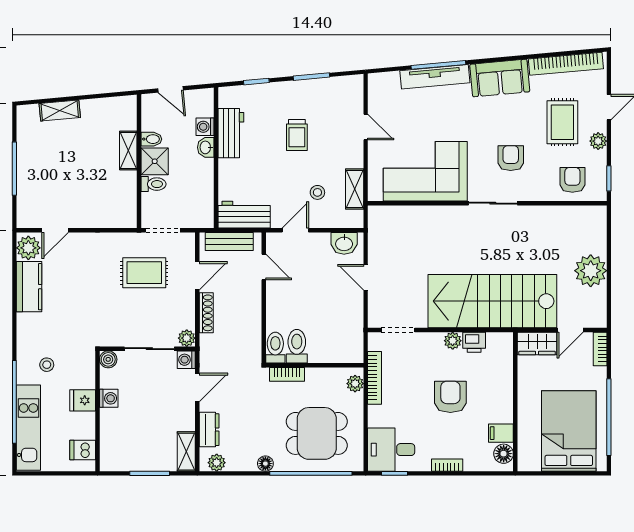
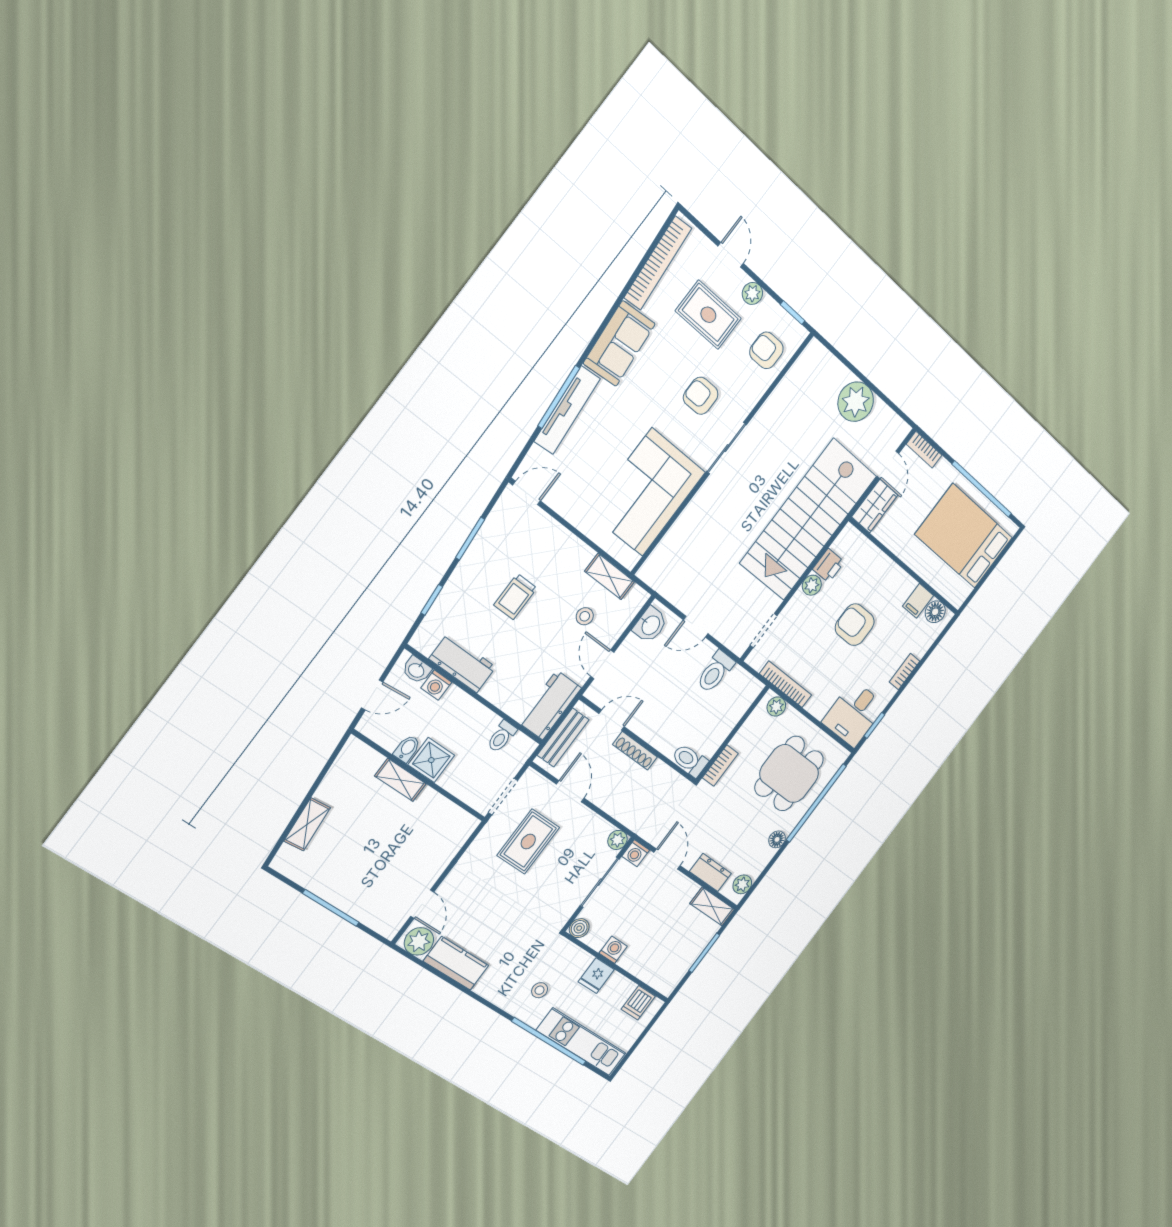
door: (366, 127) -> (527, 493), moved
trolley: (297, 135) -> (515, 597), turned 90
washbasin: (206, 147) -> (417, 670), moved
toilet: (154, 184) -> (502, 737), moved, turned 180
shoe rack: (206, 313) -> (635, 751), moved, turned 180
toilet: (297, 346) -> (715, 672), moved, turned -90

